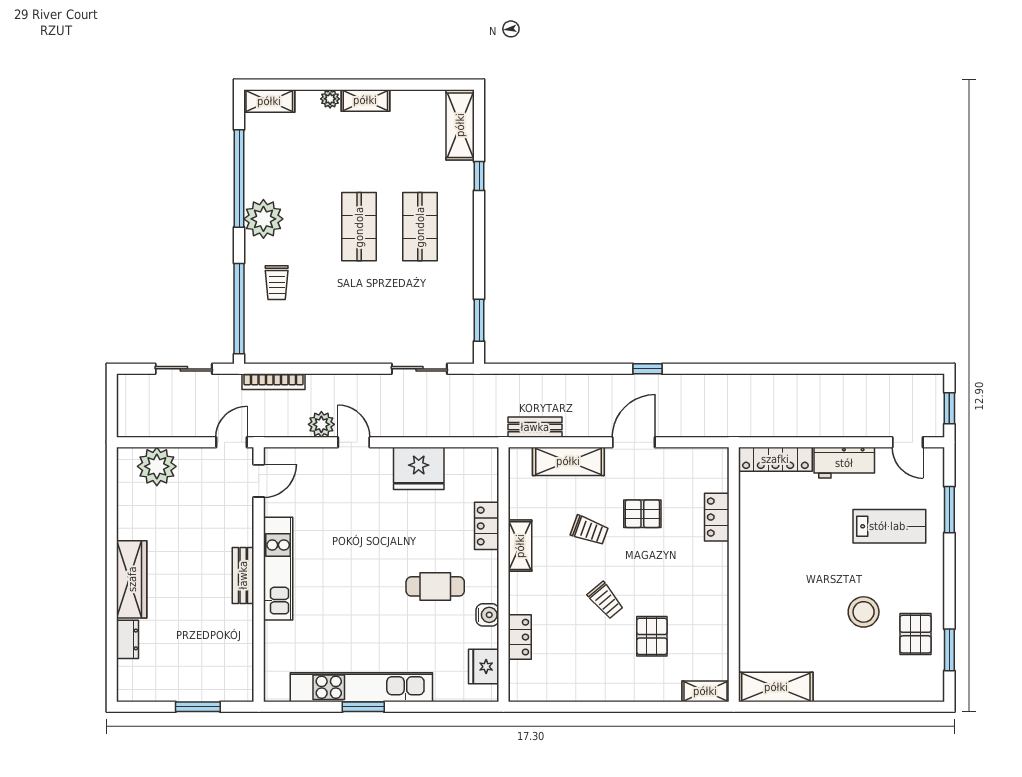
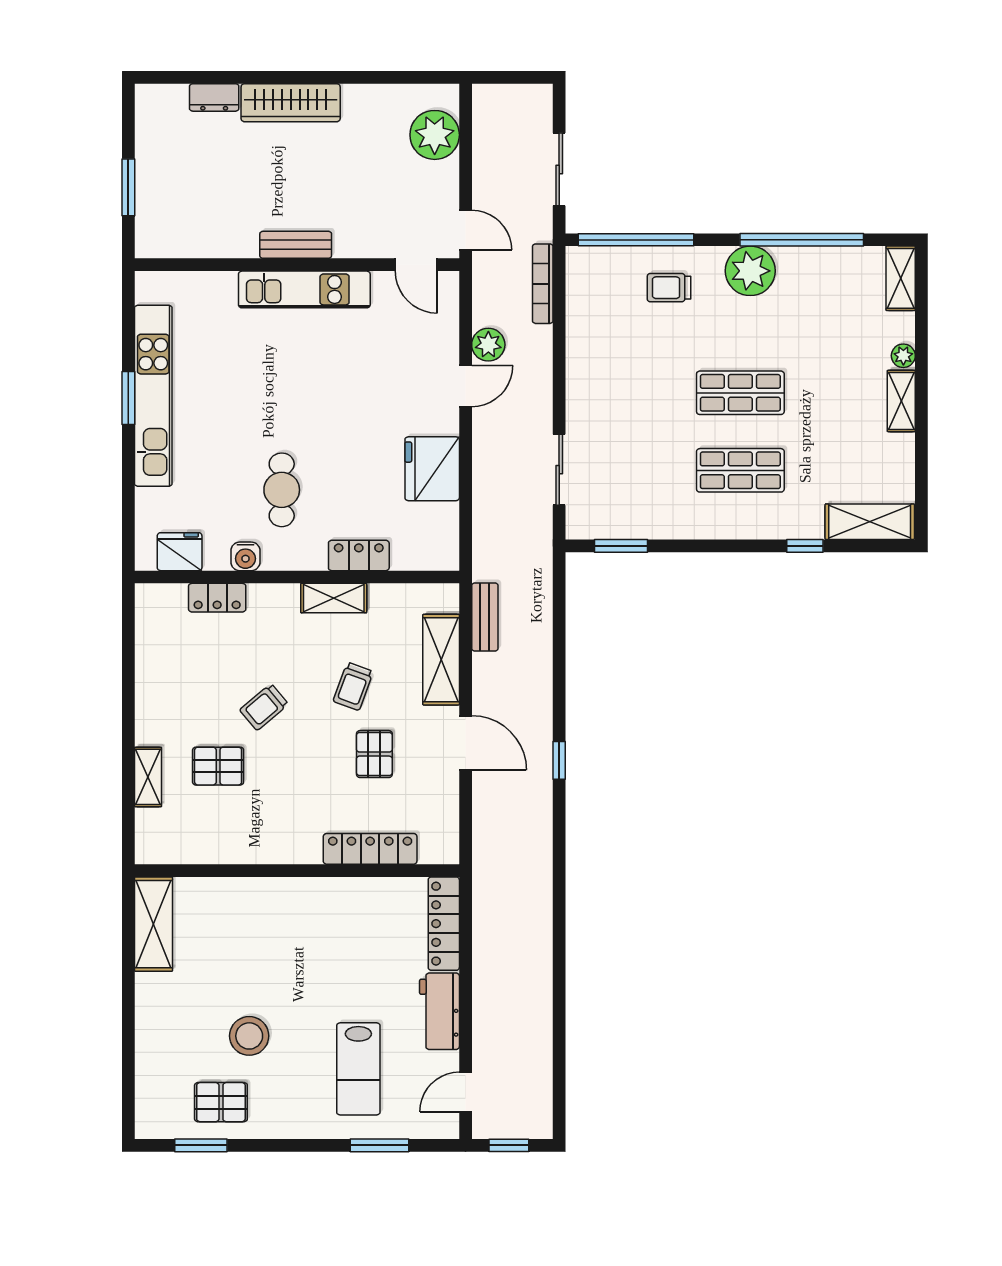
locker: (717, 517) -> (370, 849), width x1.53
shelving: (705, 691) -> (148, 777), moved

